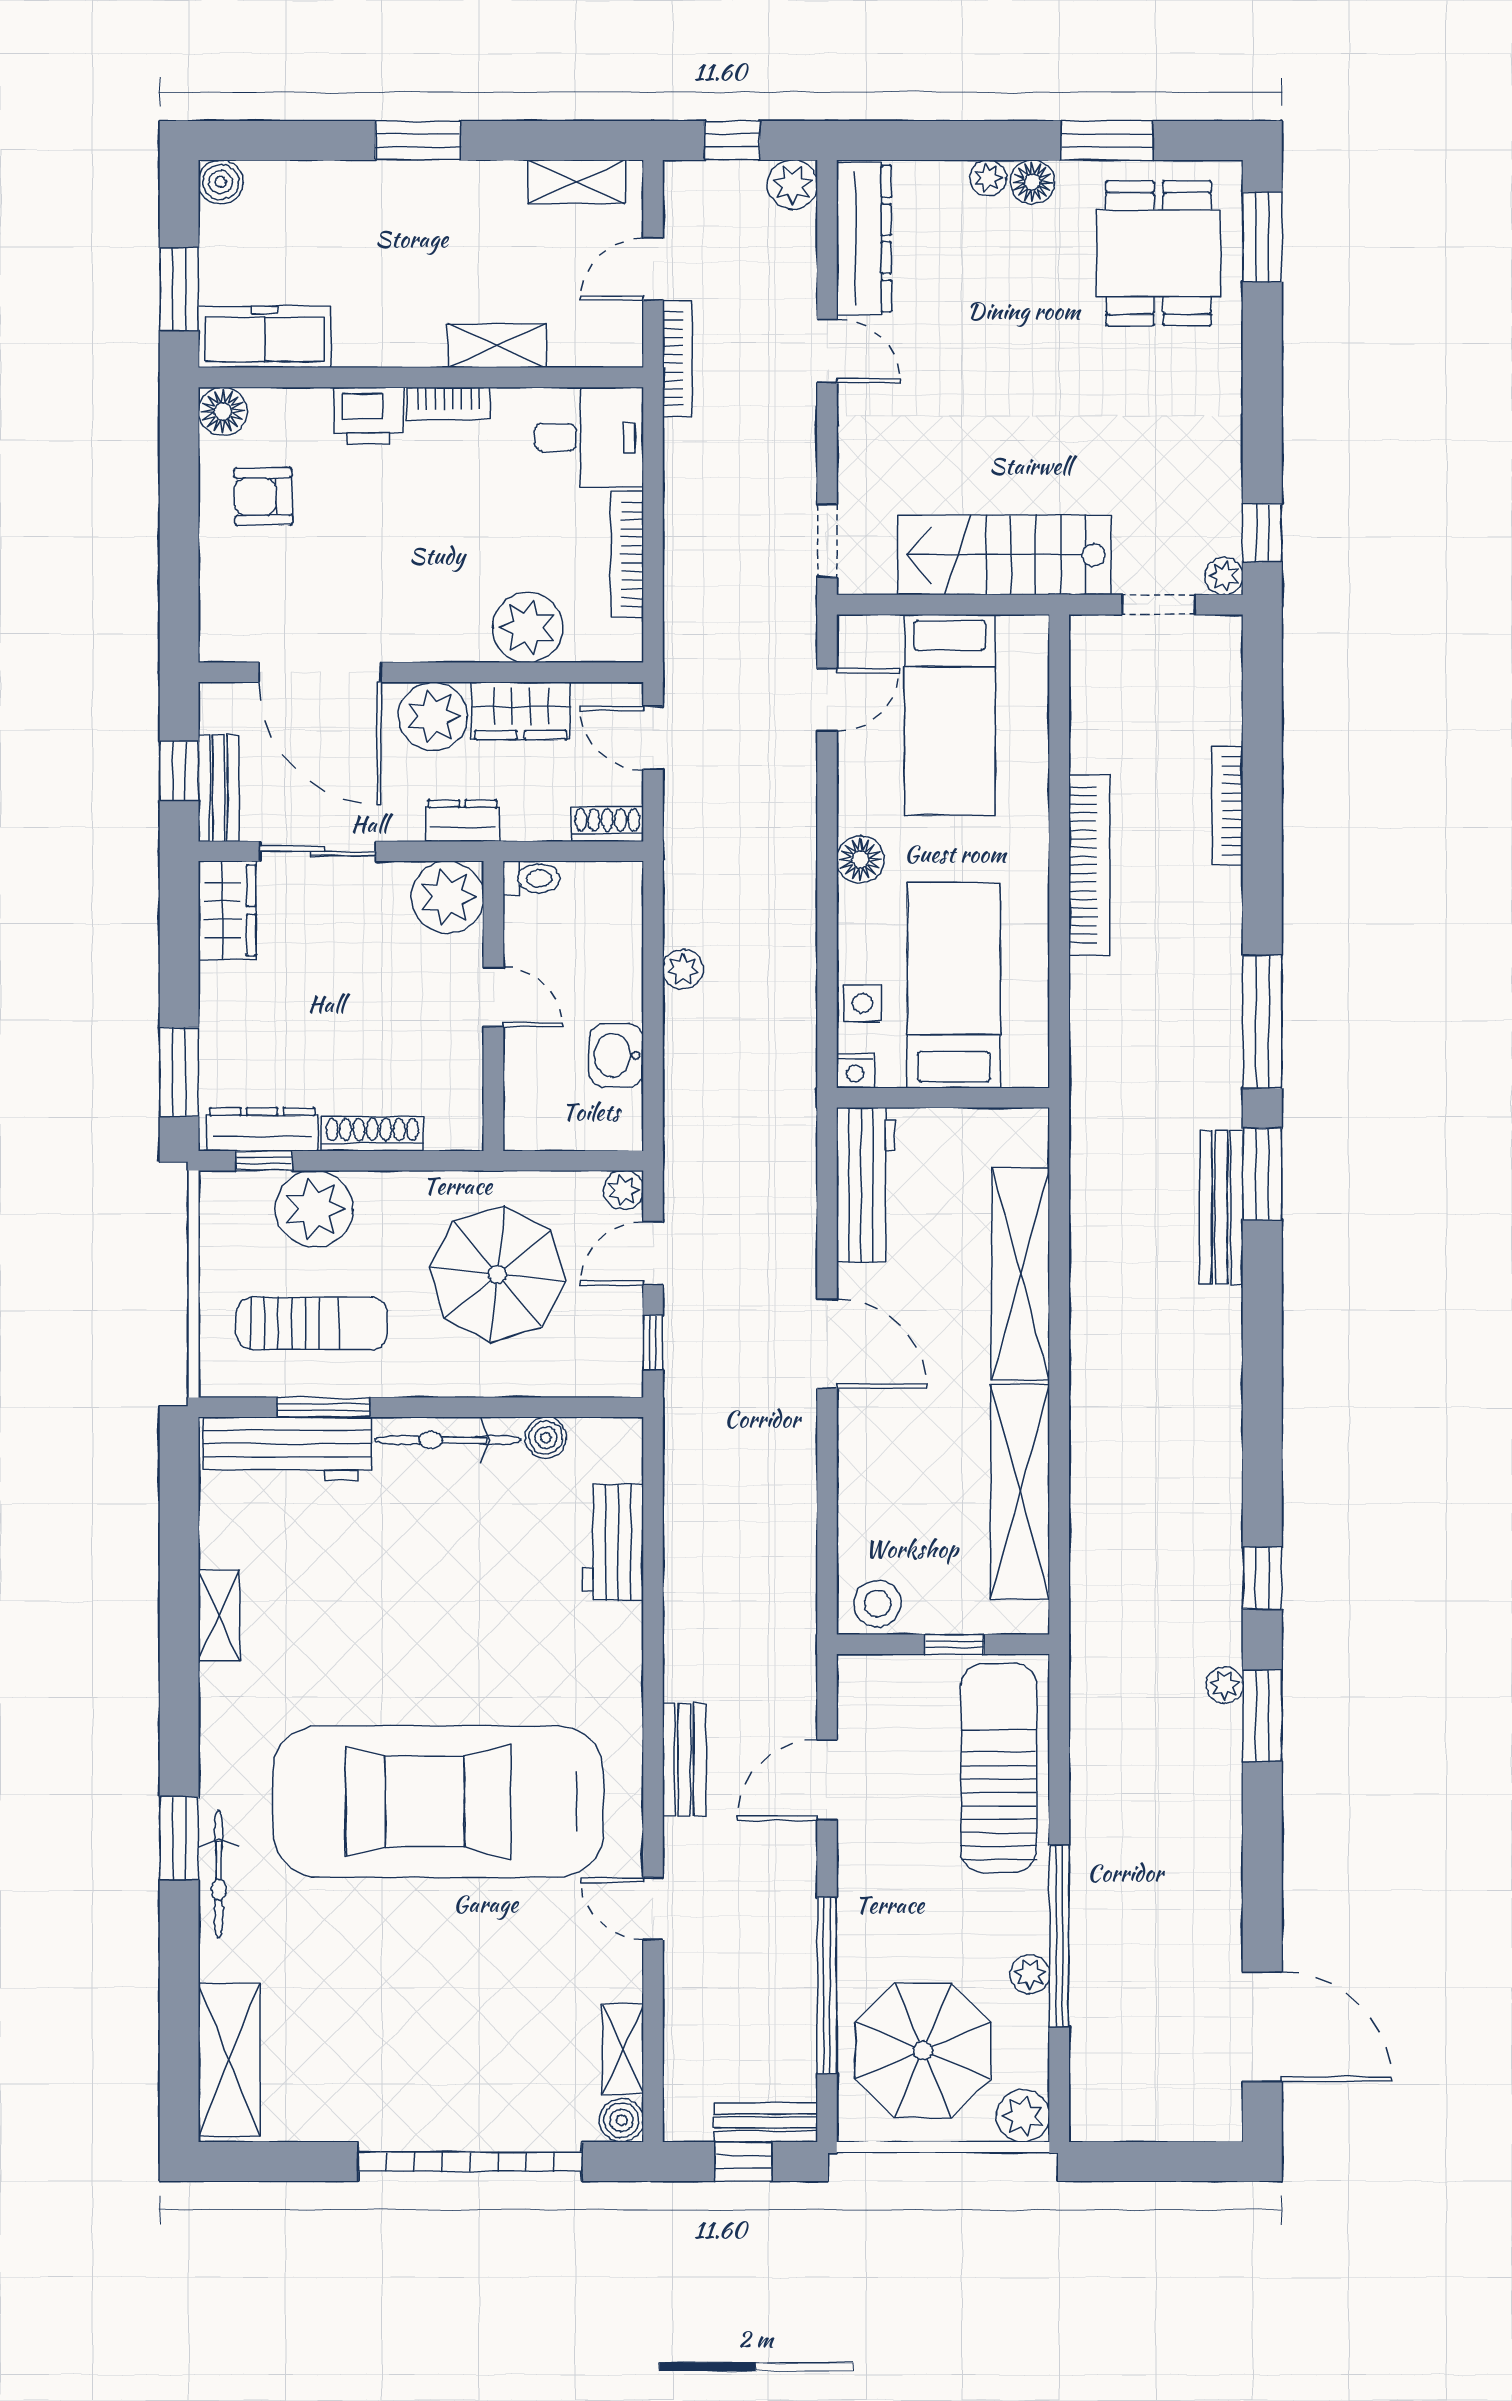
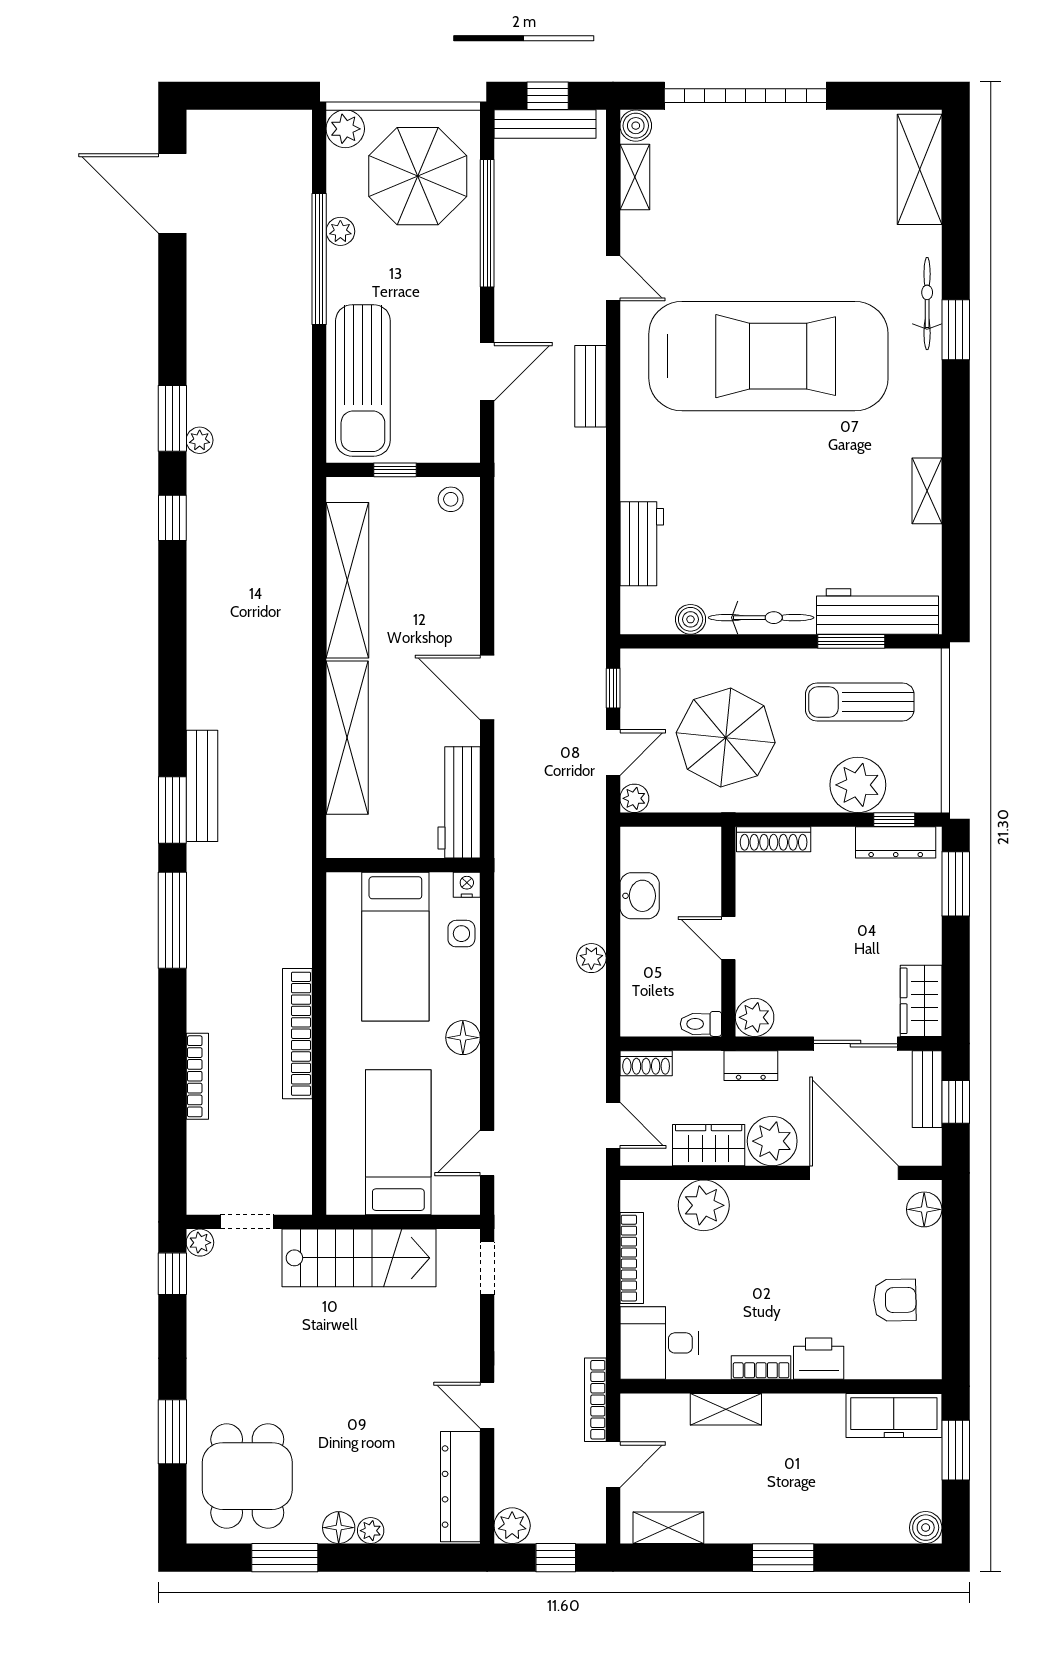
window: (1262, 237) -> (172, 1432), moved
floor lamp: (223, 411) -> (924, 1209), moved
plant: (448, 897) -> (755, 1017), width x0.73, depth x0.73
shoe rack: (372, 1134) -> (774, 839), moved
stool: (877, 1604) -> (451, 499), width x0.73, depth x0.73
bench: (766, 2123) -> (545, 124), width x1.36

